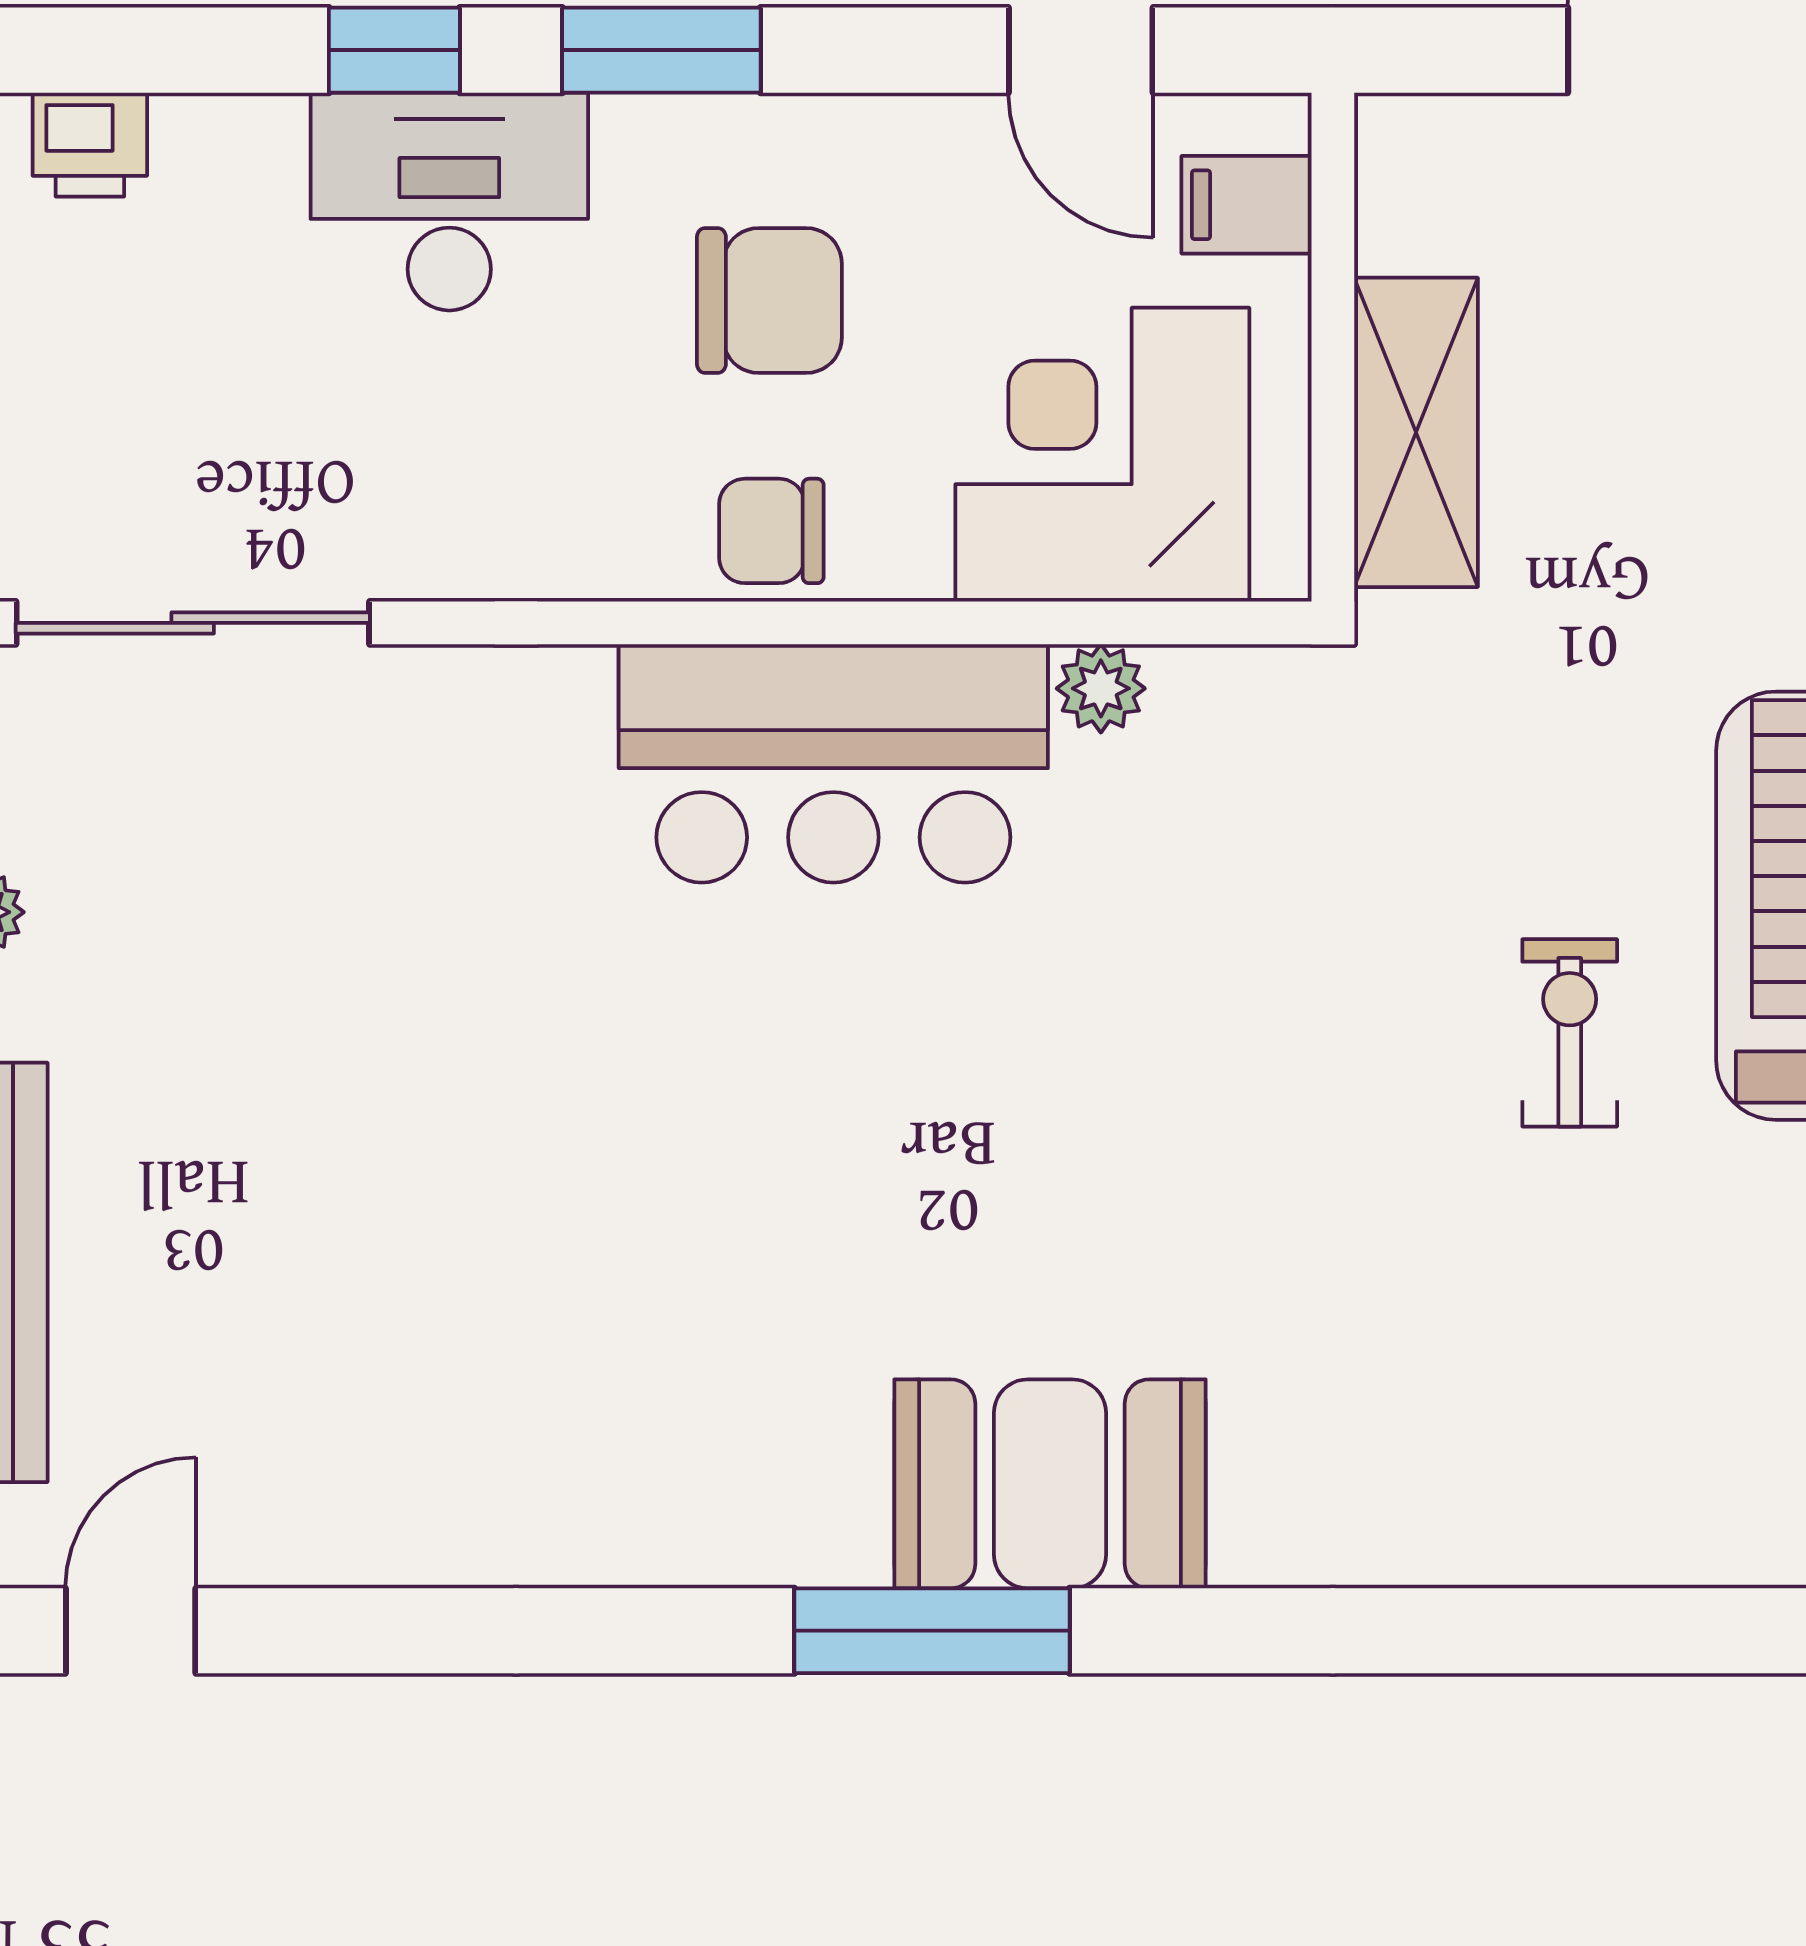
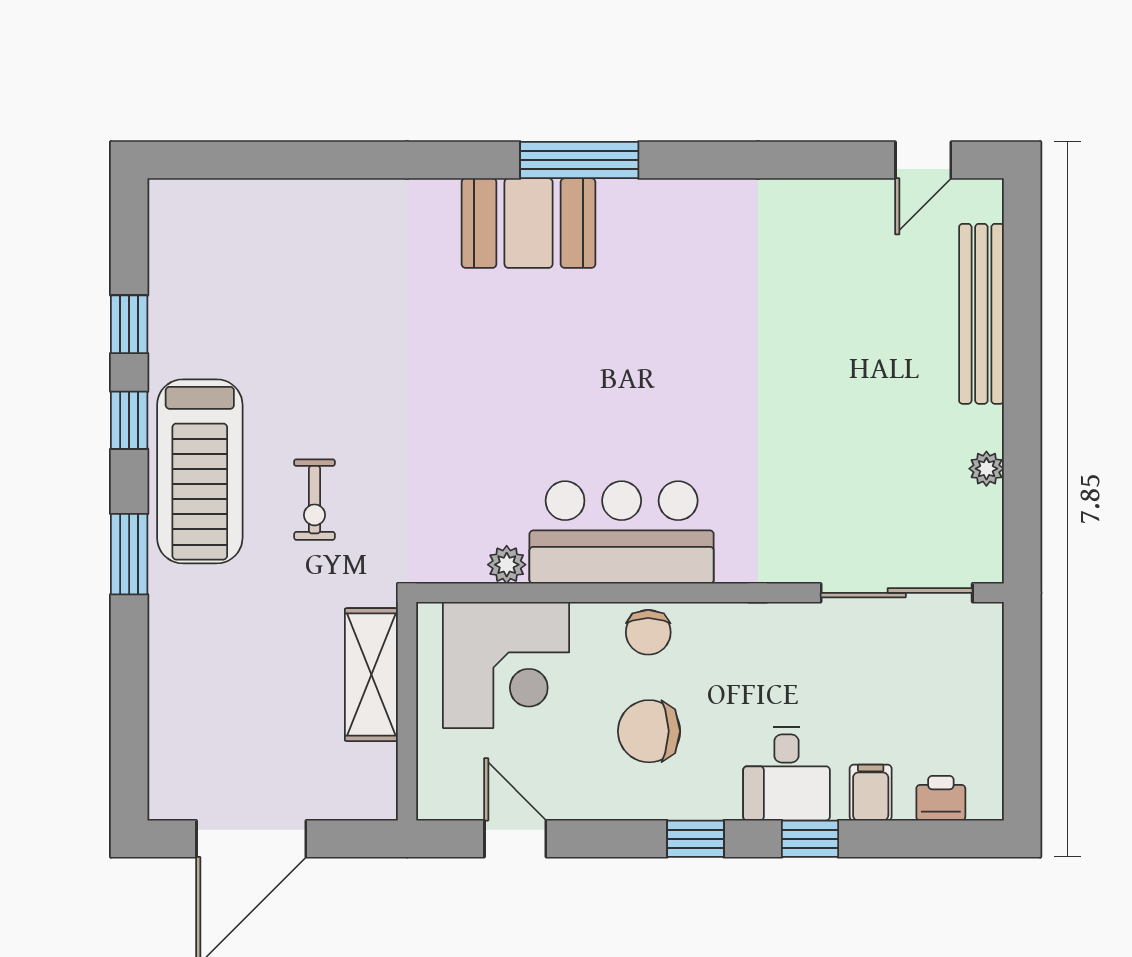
window: (661, 50) -> (695, 839), width x0.67
desk: (449, 202) -> (786, 774), width x0.73
filing cabinet: (1247, 205) -> (871, 793), moved, turned -90
chair: (771, 531) -> (648, 632), turned 90
exercise bike: (1570, 1033) -> (314, 500), moved

